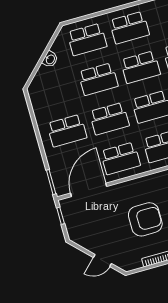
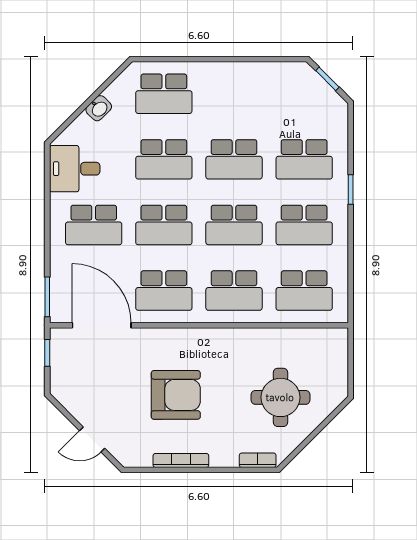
school desk: (129, 28) -> (234, 94), removed
desk: (46, 100) -> (75, 169), added
door: (89, 190) -> (102, 325), hinge flipped

